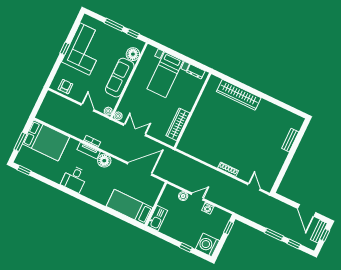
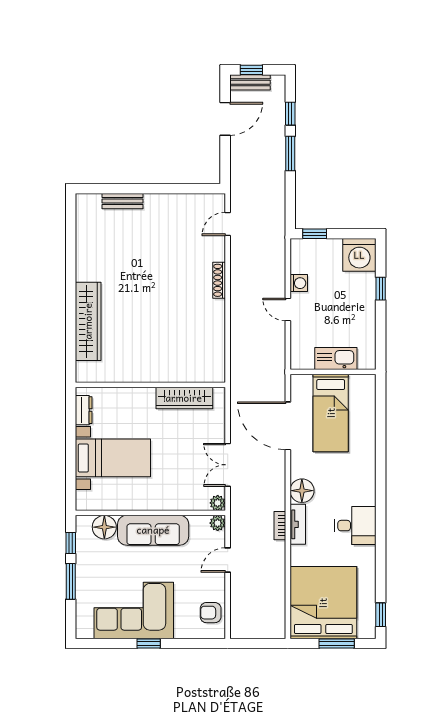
bed: (46, 140) -> (323, 603), width x1.36
boiler: (183, 196) -> (298, 333), removed
bed: (129, 207) -> (331, 413), moved
kitchen sink: (157, 218) -> (336, 358), moved

